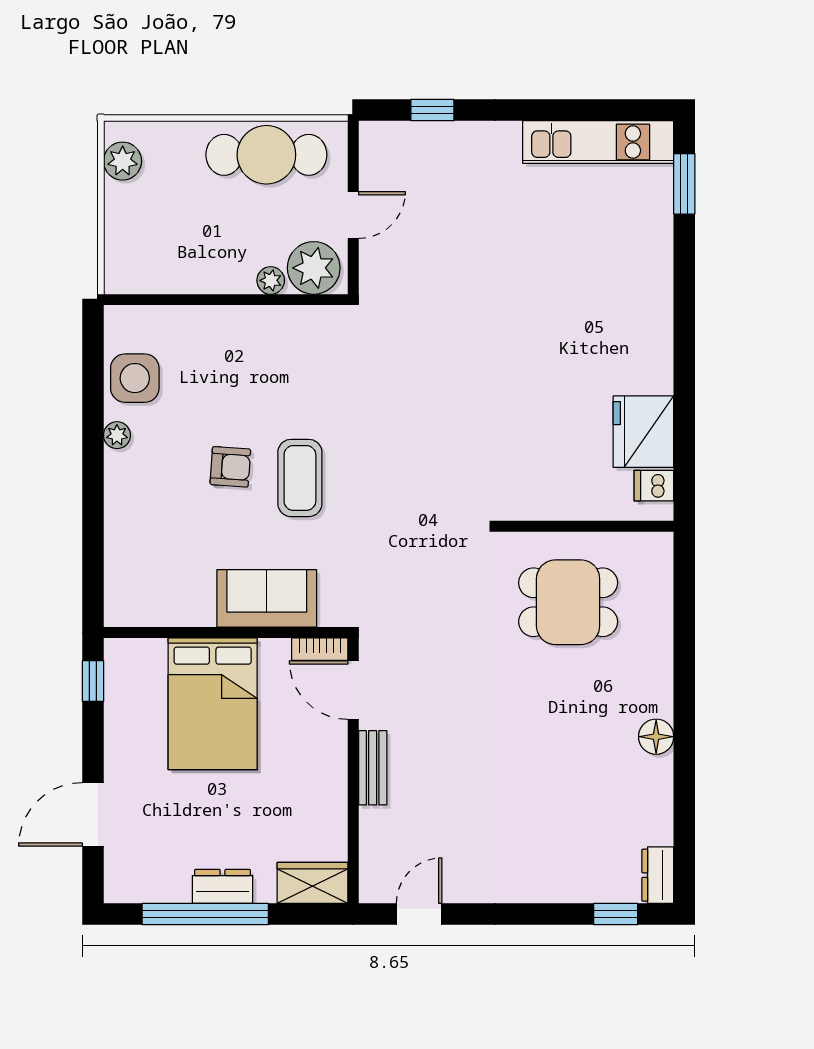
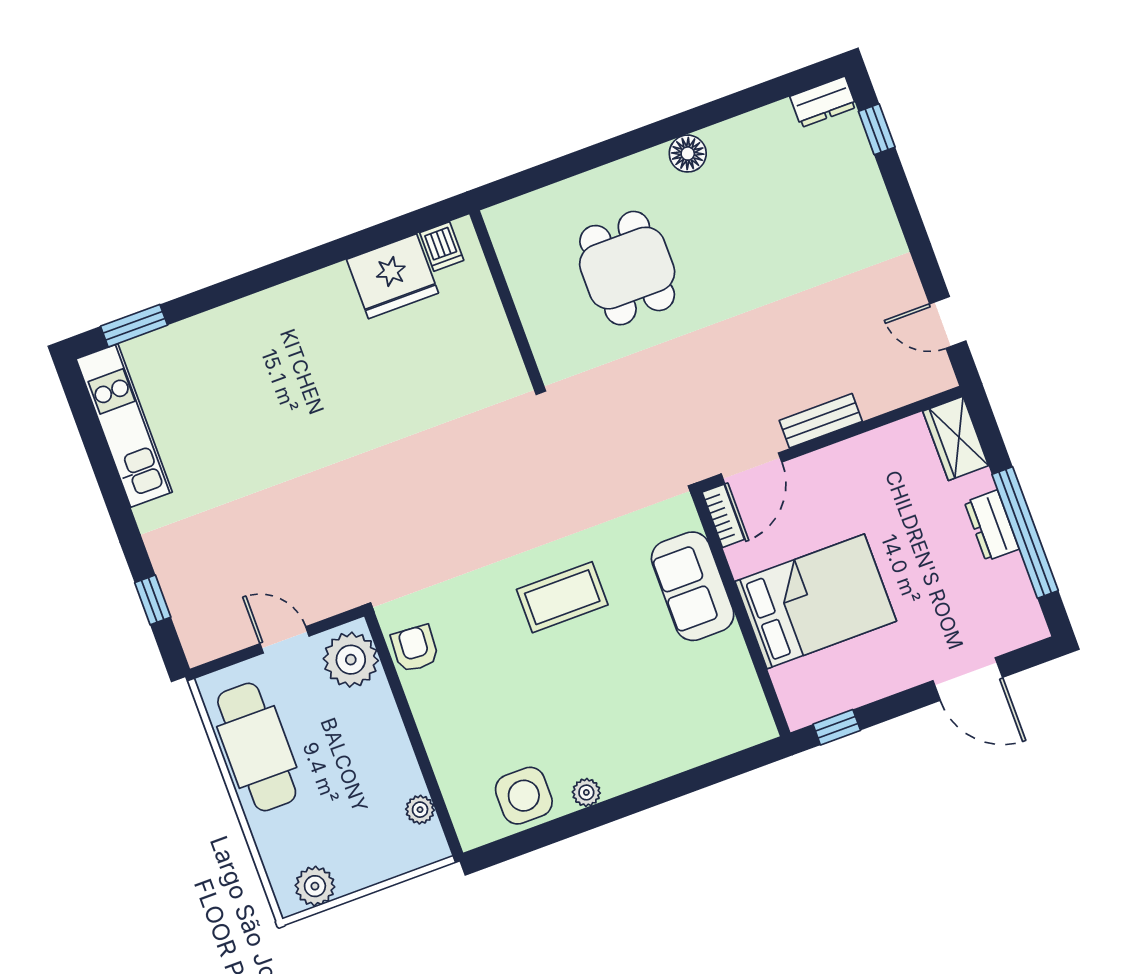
plant: (271, 280) -> (420, 810), moved
armchair: (230, 467) -> (415, 649), moved
dining table: (568, 602) -> (627, 268), moved

